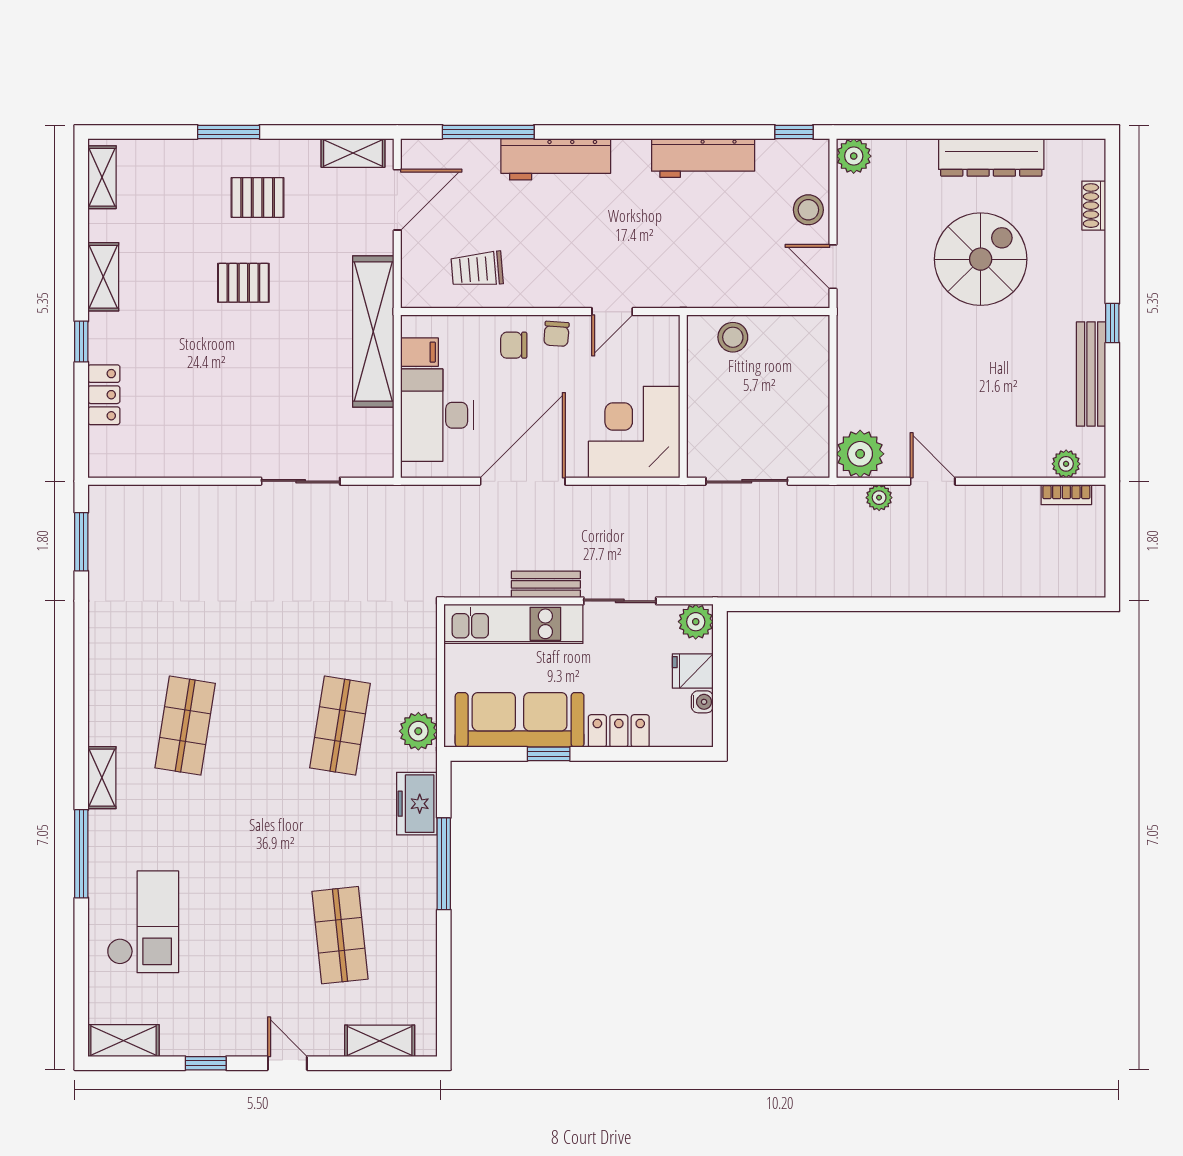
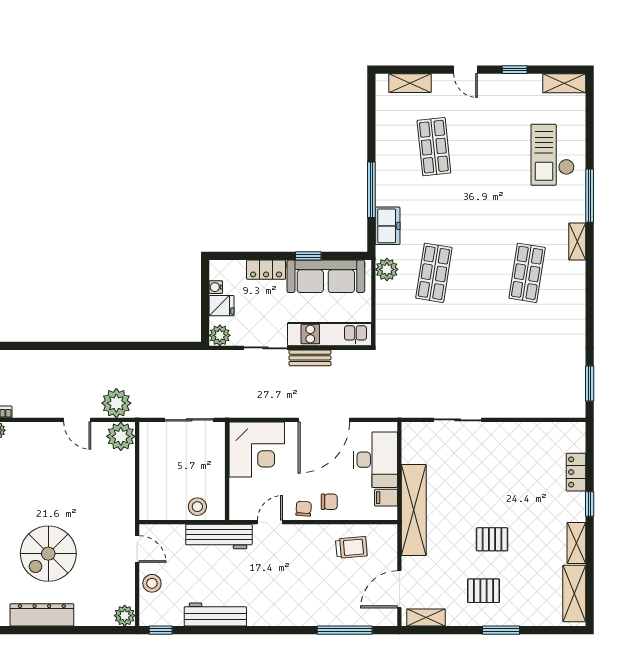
workbench: (556, 159) -> (219, 536), moved, turned 180
shelving: (102, 177) -> (574, 593), width x1.50, depth x1.33
plant: (879, 498) -> (116, 403), width x1.87, depth x1.87

